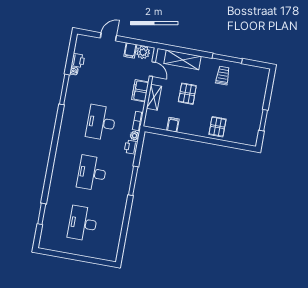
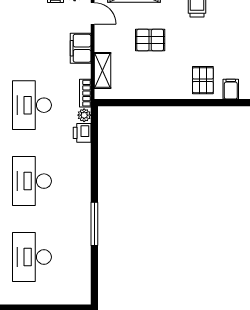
pallet: (187, 94) -> (150, 40), turned 90
shelving: (154, 97) -> (102, 70), moved
filing cabinet: (173, 125) -> (231, 89), moved
window: (133, 181) -> (94, 224), moved

